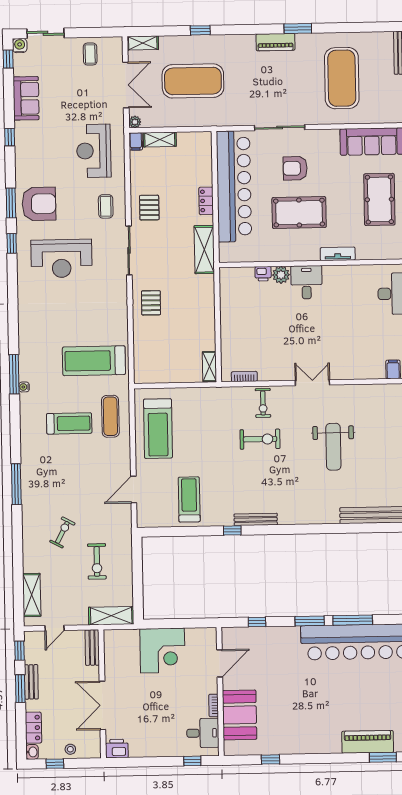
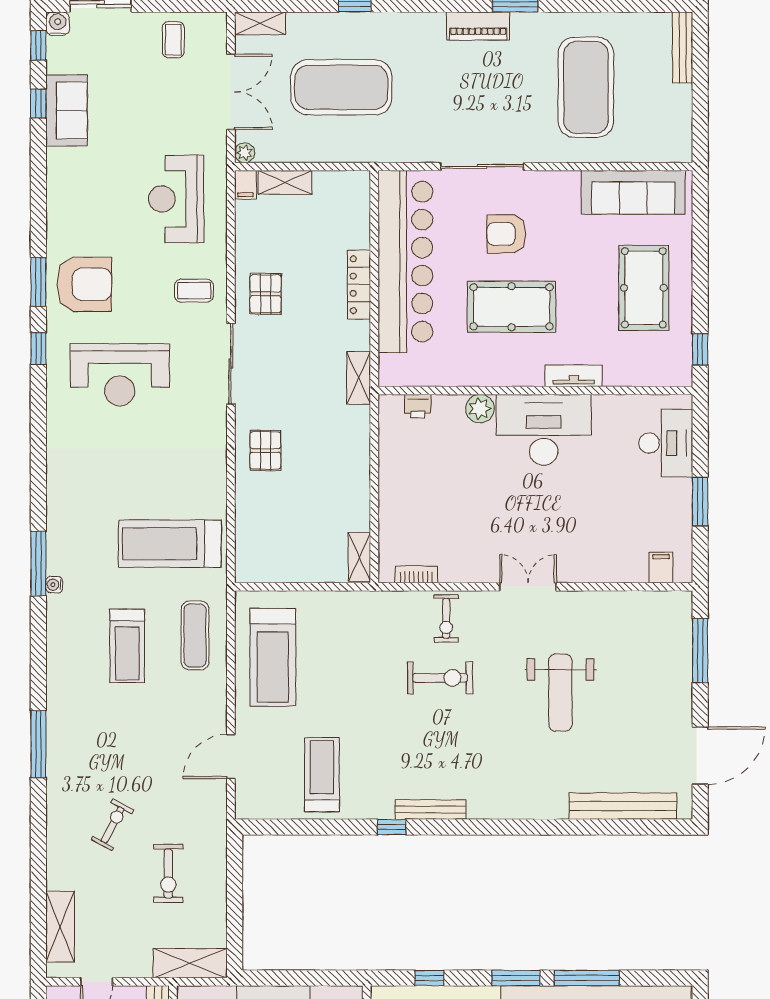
window: (10, 137) -> (38, 103), moved
locker: (206, 201) -> (359, 285), width x1.53
coffee table: (106, 206) -> (194, 291), turned 90
shelving: (204, 250) -> (359, 378), width x0.67, depth x0.75
printer: (263, 274) -> (418, 406), moved
desk: (307, 282) -> (544, 430), width x1.87, depth x1.30
treadmill: (69, 423) -> (127, 646), turned 90

